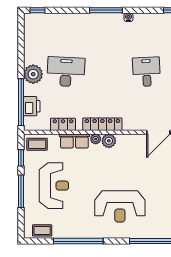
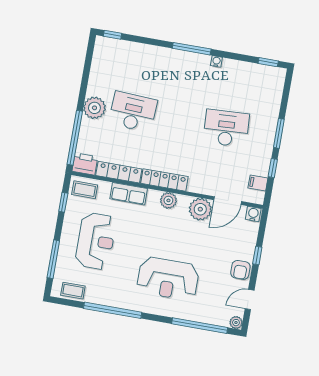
desk: (146, 72) -> (226, 128), width x1.37
printer: (32, 106) -> (85, 164), moved, turned -90
locker: (63, 124) -> (119, 172), width x1.53
plant: (96, 139) -> (200, 209), moved, width x1.88, depth x1.88
window: (21, 191) -> (53, 259), moved

